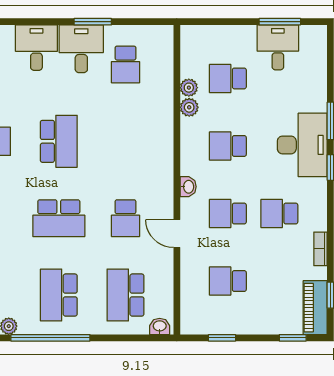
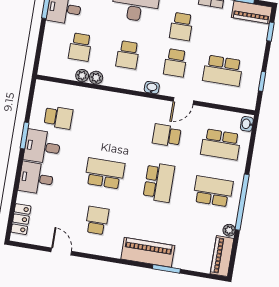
school desk: (125, 218) -> (167, 135), turned 180
school desk: (228, 281) -> (223, 71), width x1.85
school desk: (59, 295) -> (213, 191), turned 180

